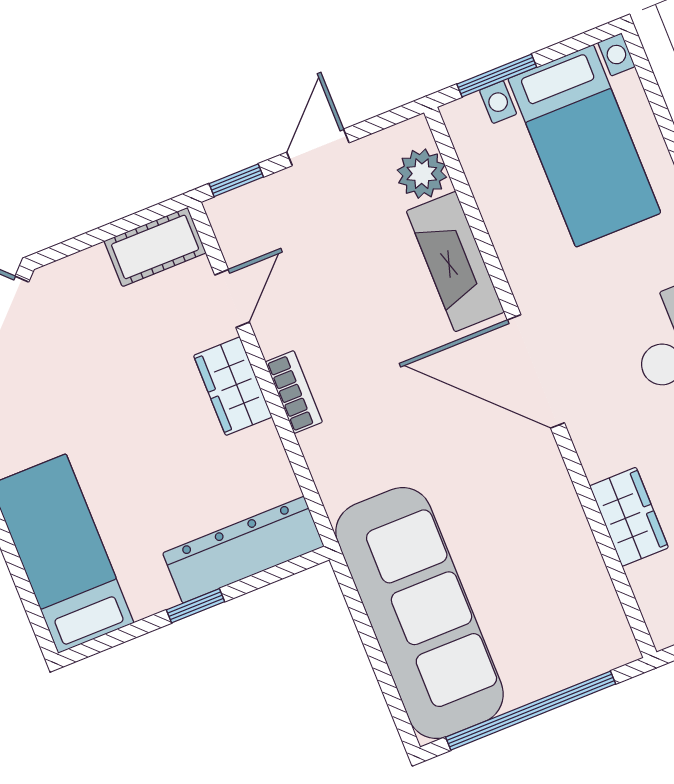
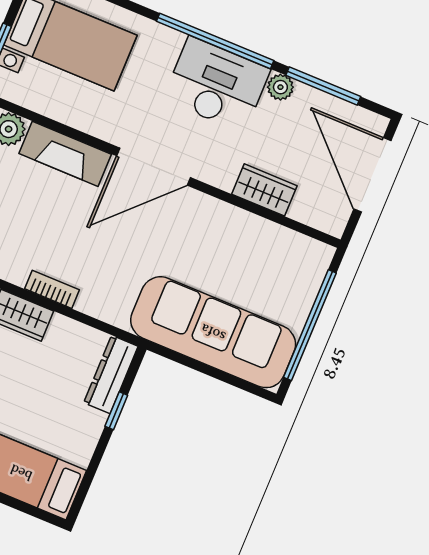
dresser: (243, 550) -> (111, 375), width x0.73, depth x0.80
window: (196, 606) -> (116, 411), moved

